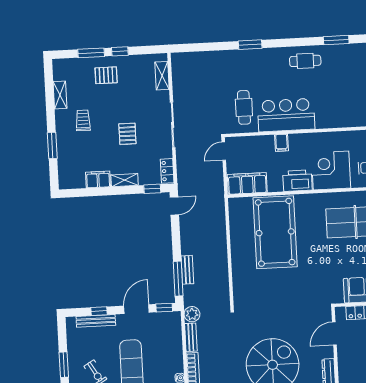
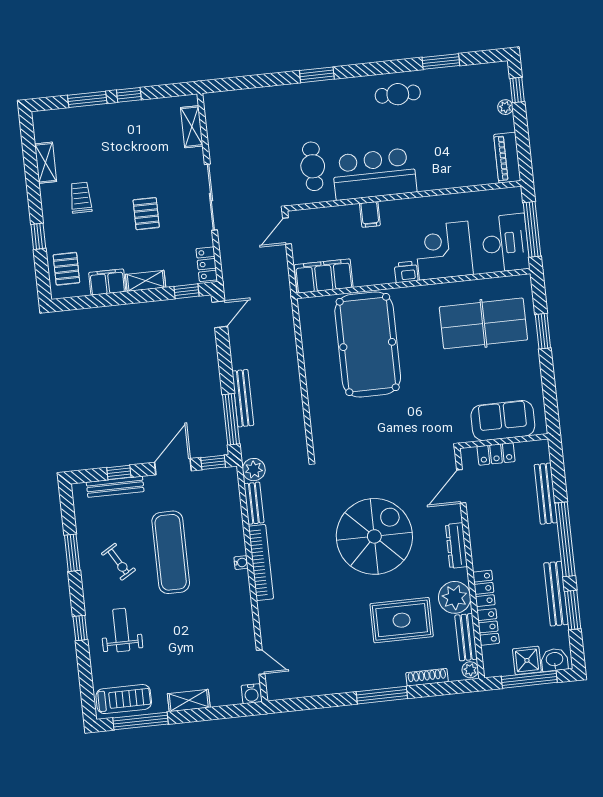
pallet: (106, 75) -> (66, 269), moved, turned 90
window: (52, 145) -> (38, 236), width x0.67
printer: (298, 181) -> (406, 272), width x0.53, depth x0.68
bench: (187, 270) -> (243, 398), width x1.36

